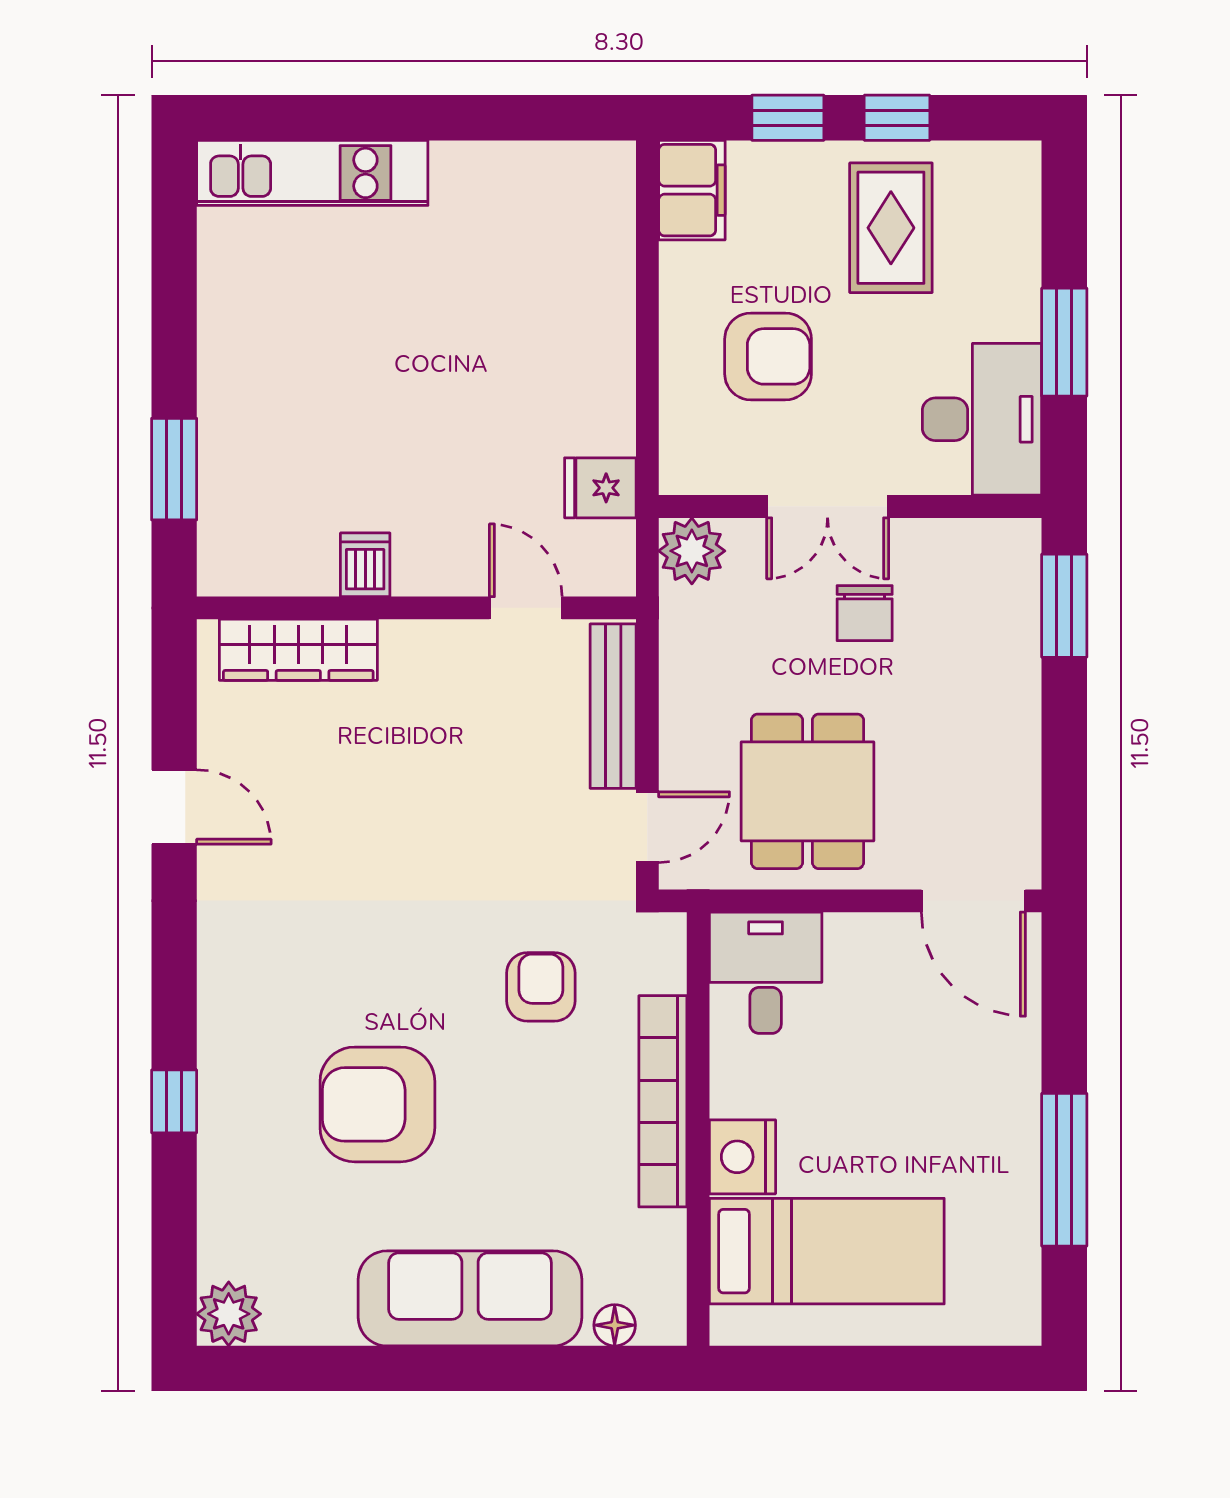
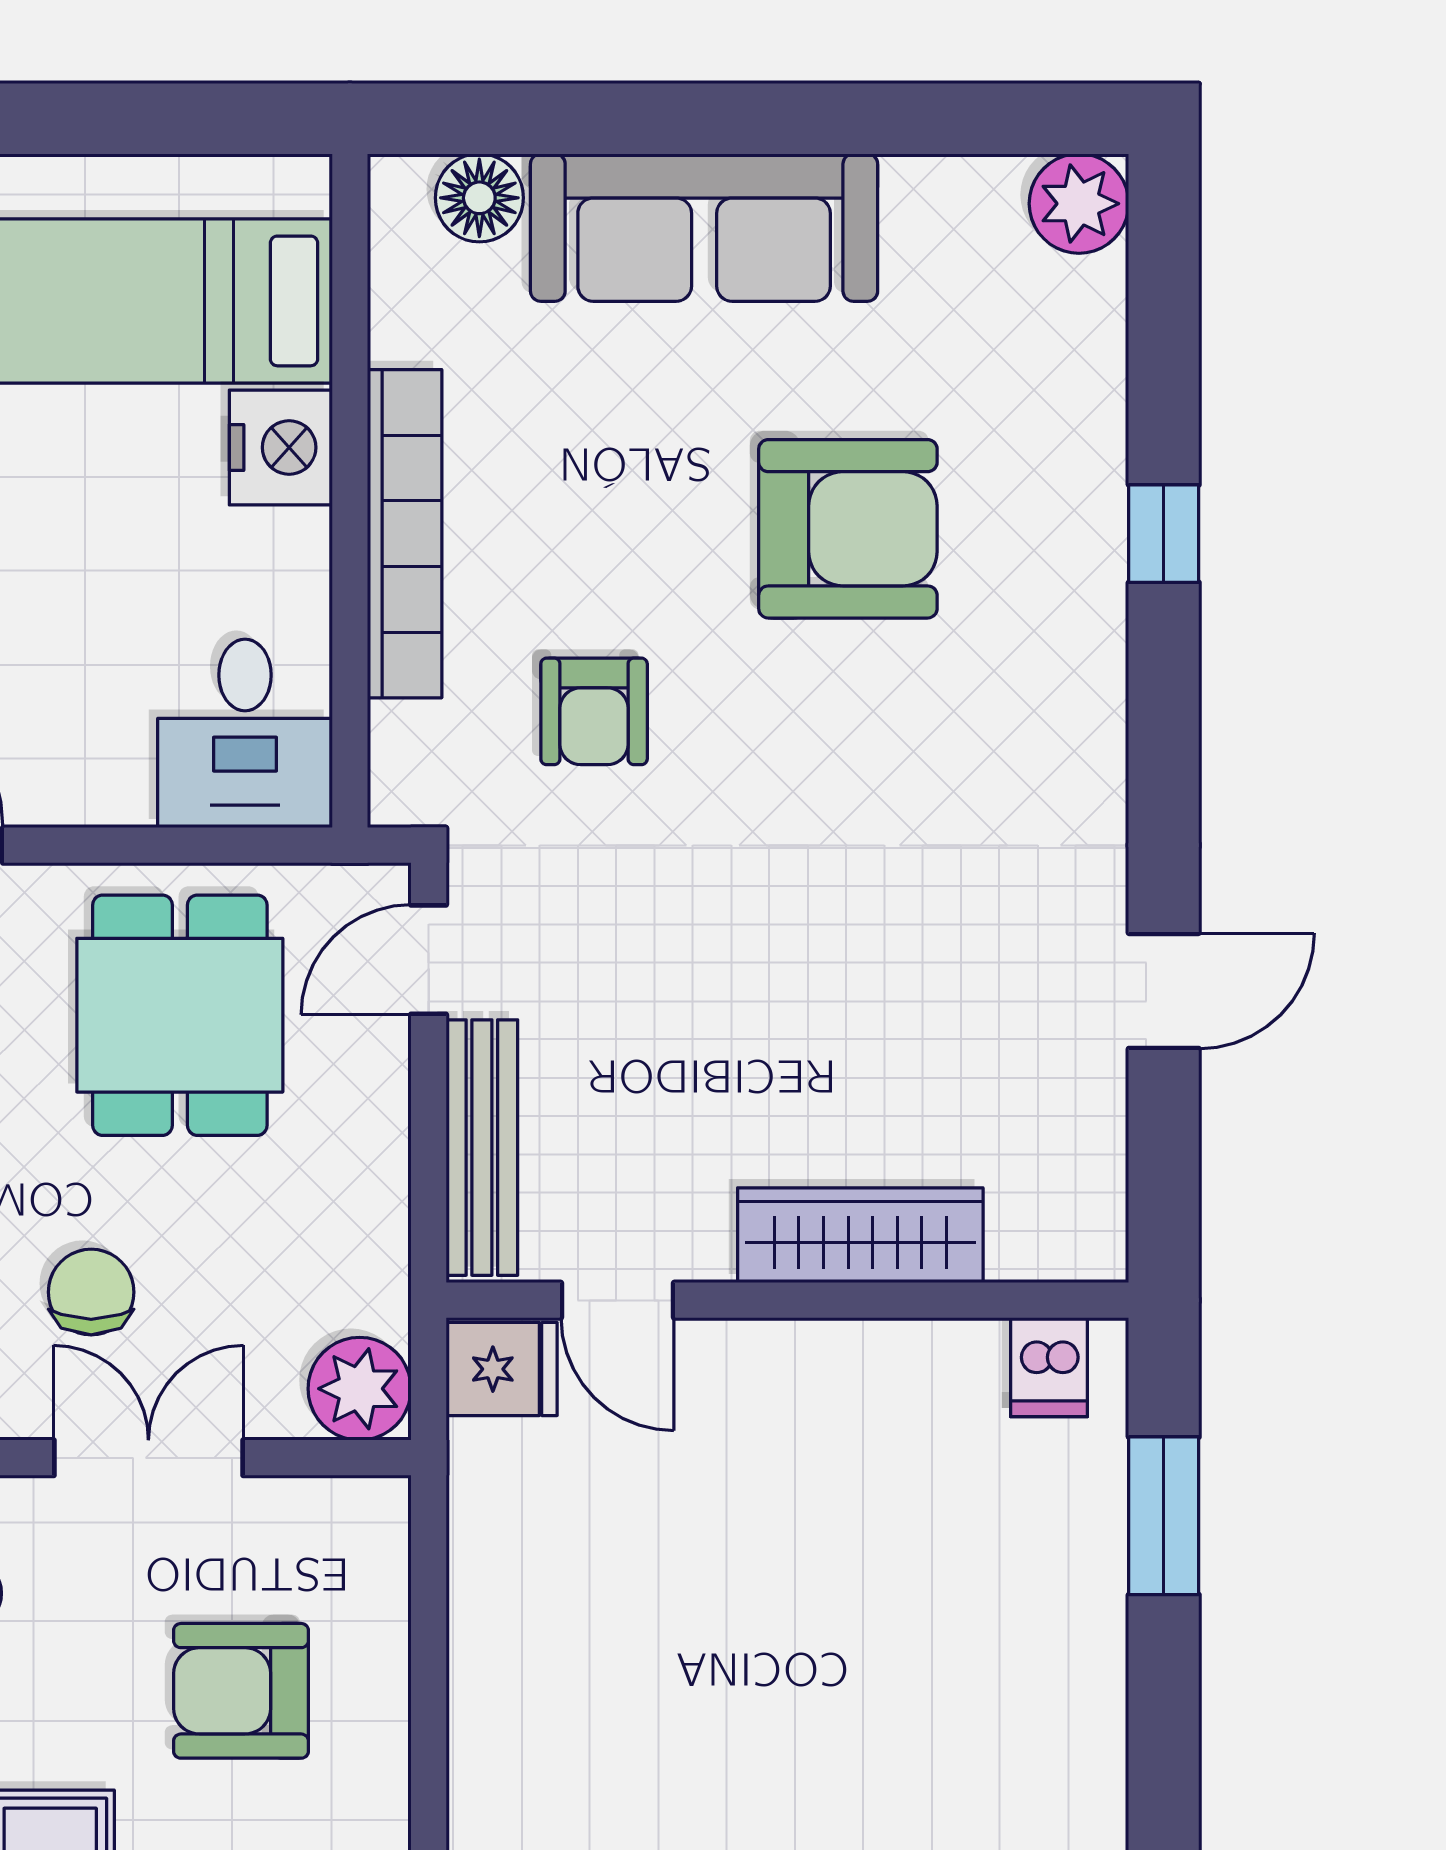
fridge: (600, 488) -> (502, 1369), moved
dishwasher: (365, 565) -> (1049, 1367), moved
wardrobe: (298, 650) -> (860, 1235), moved
door: (174, 807) -> (1164, 991), swing flipped
floor lamp: (615, 1325) -> (479, 198), width x1.37, depth x1.37

